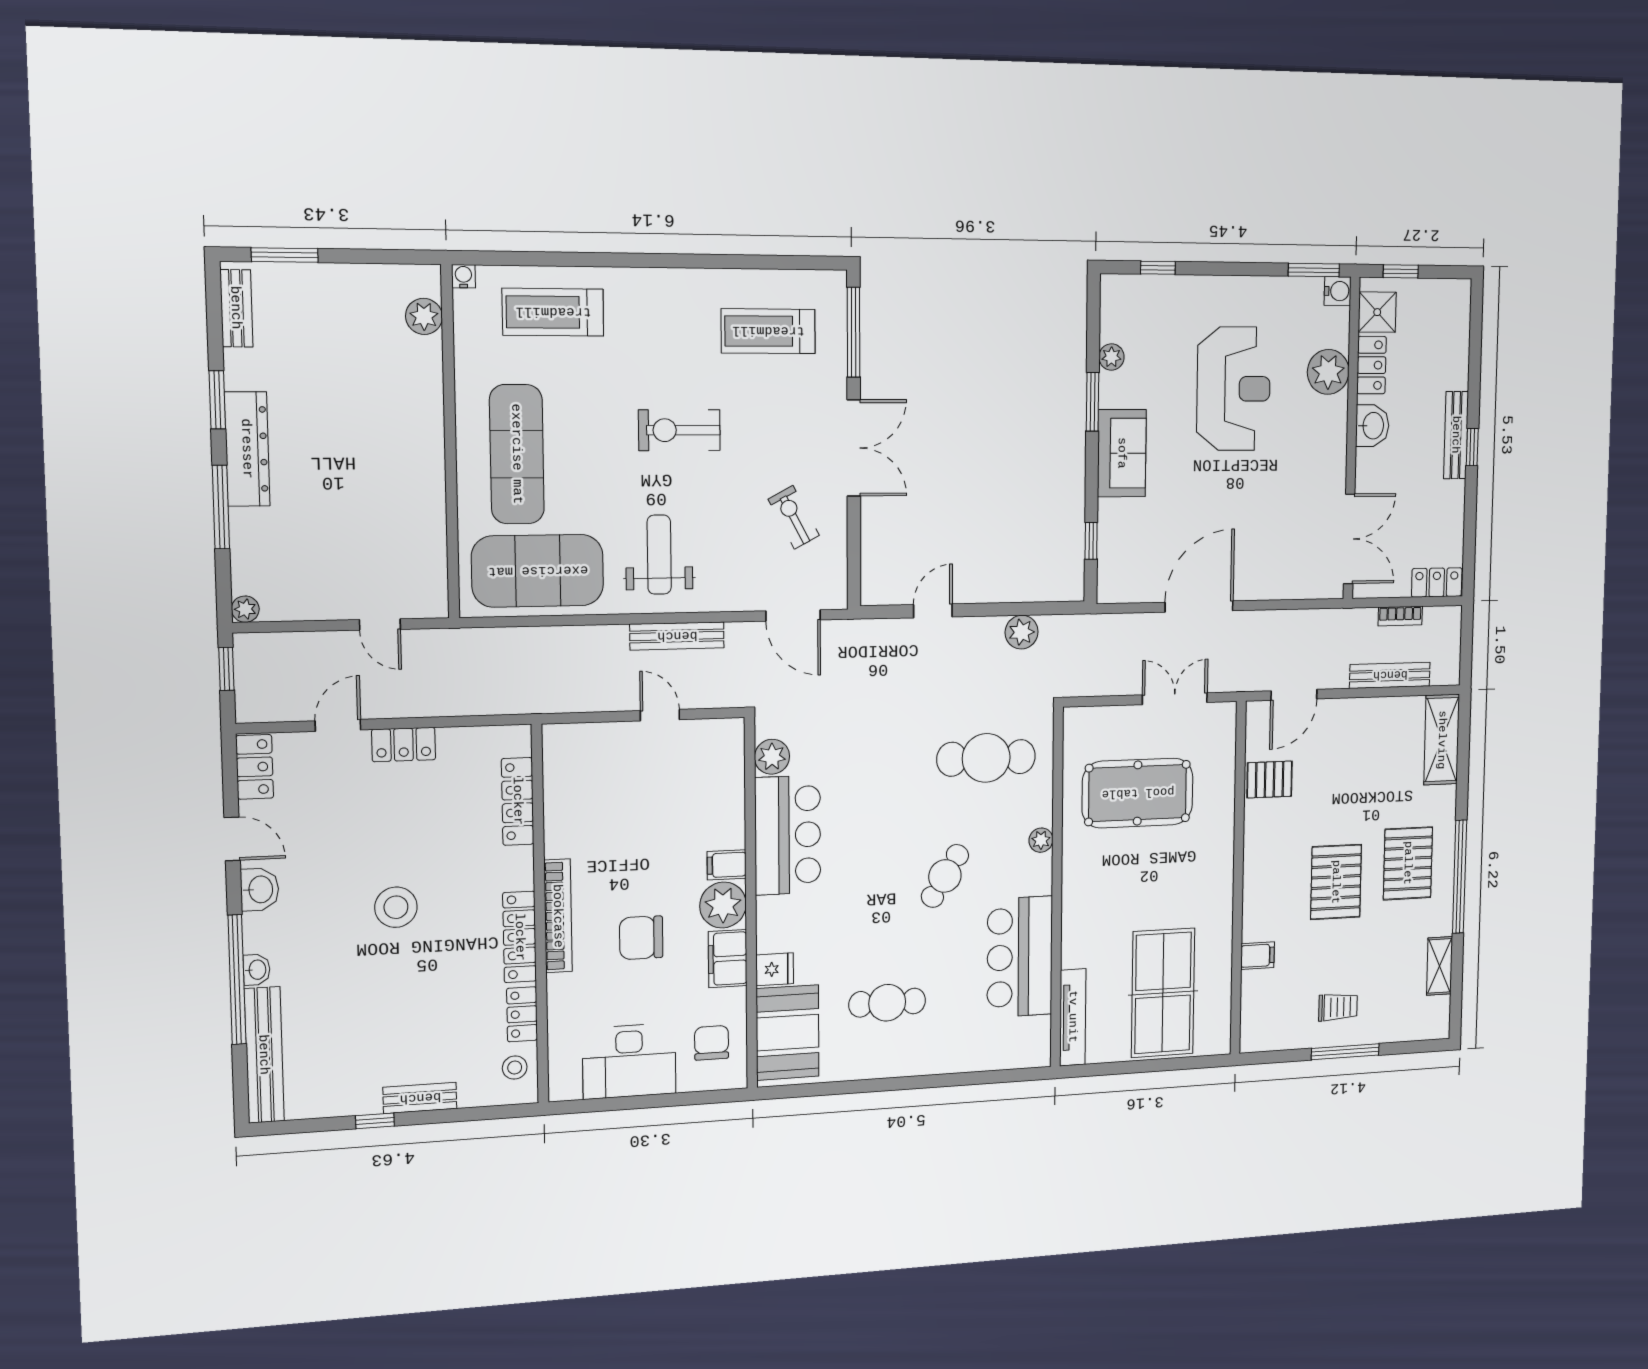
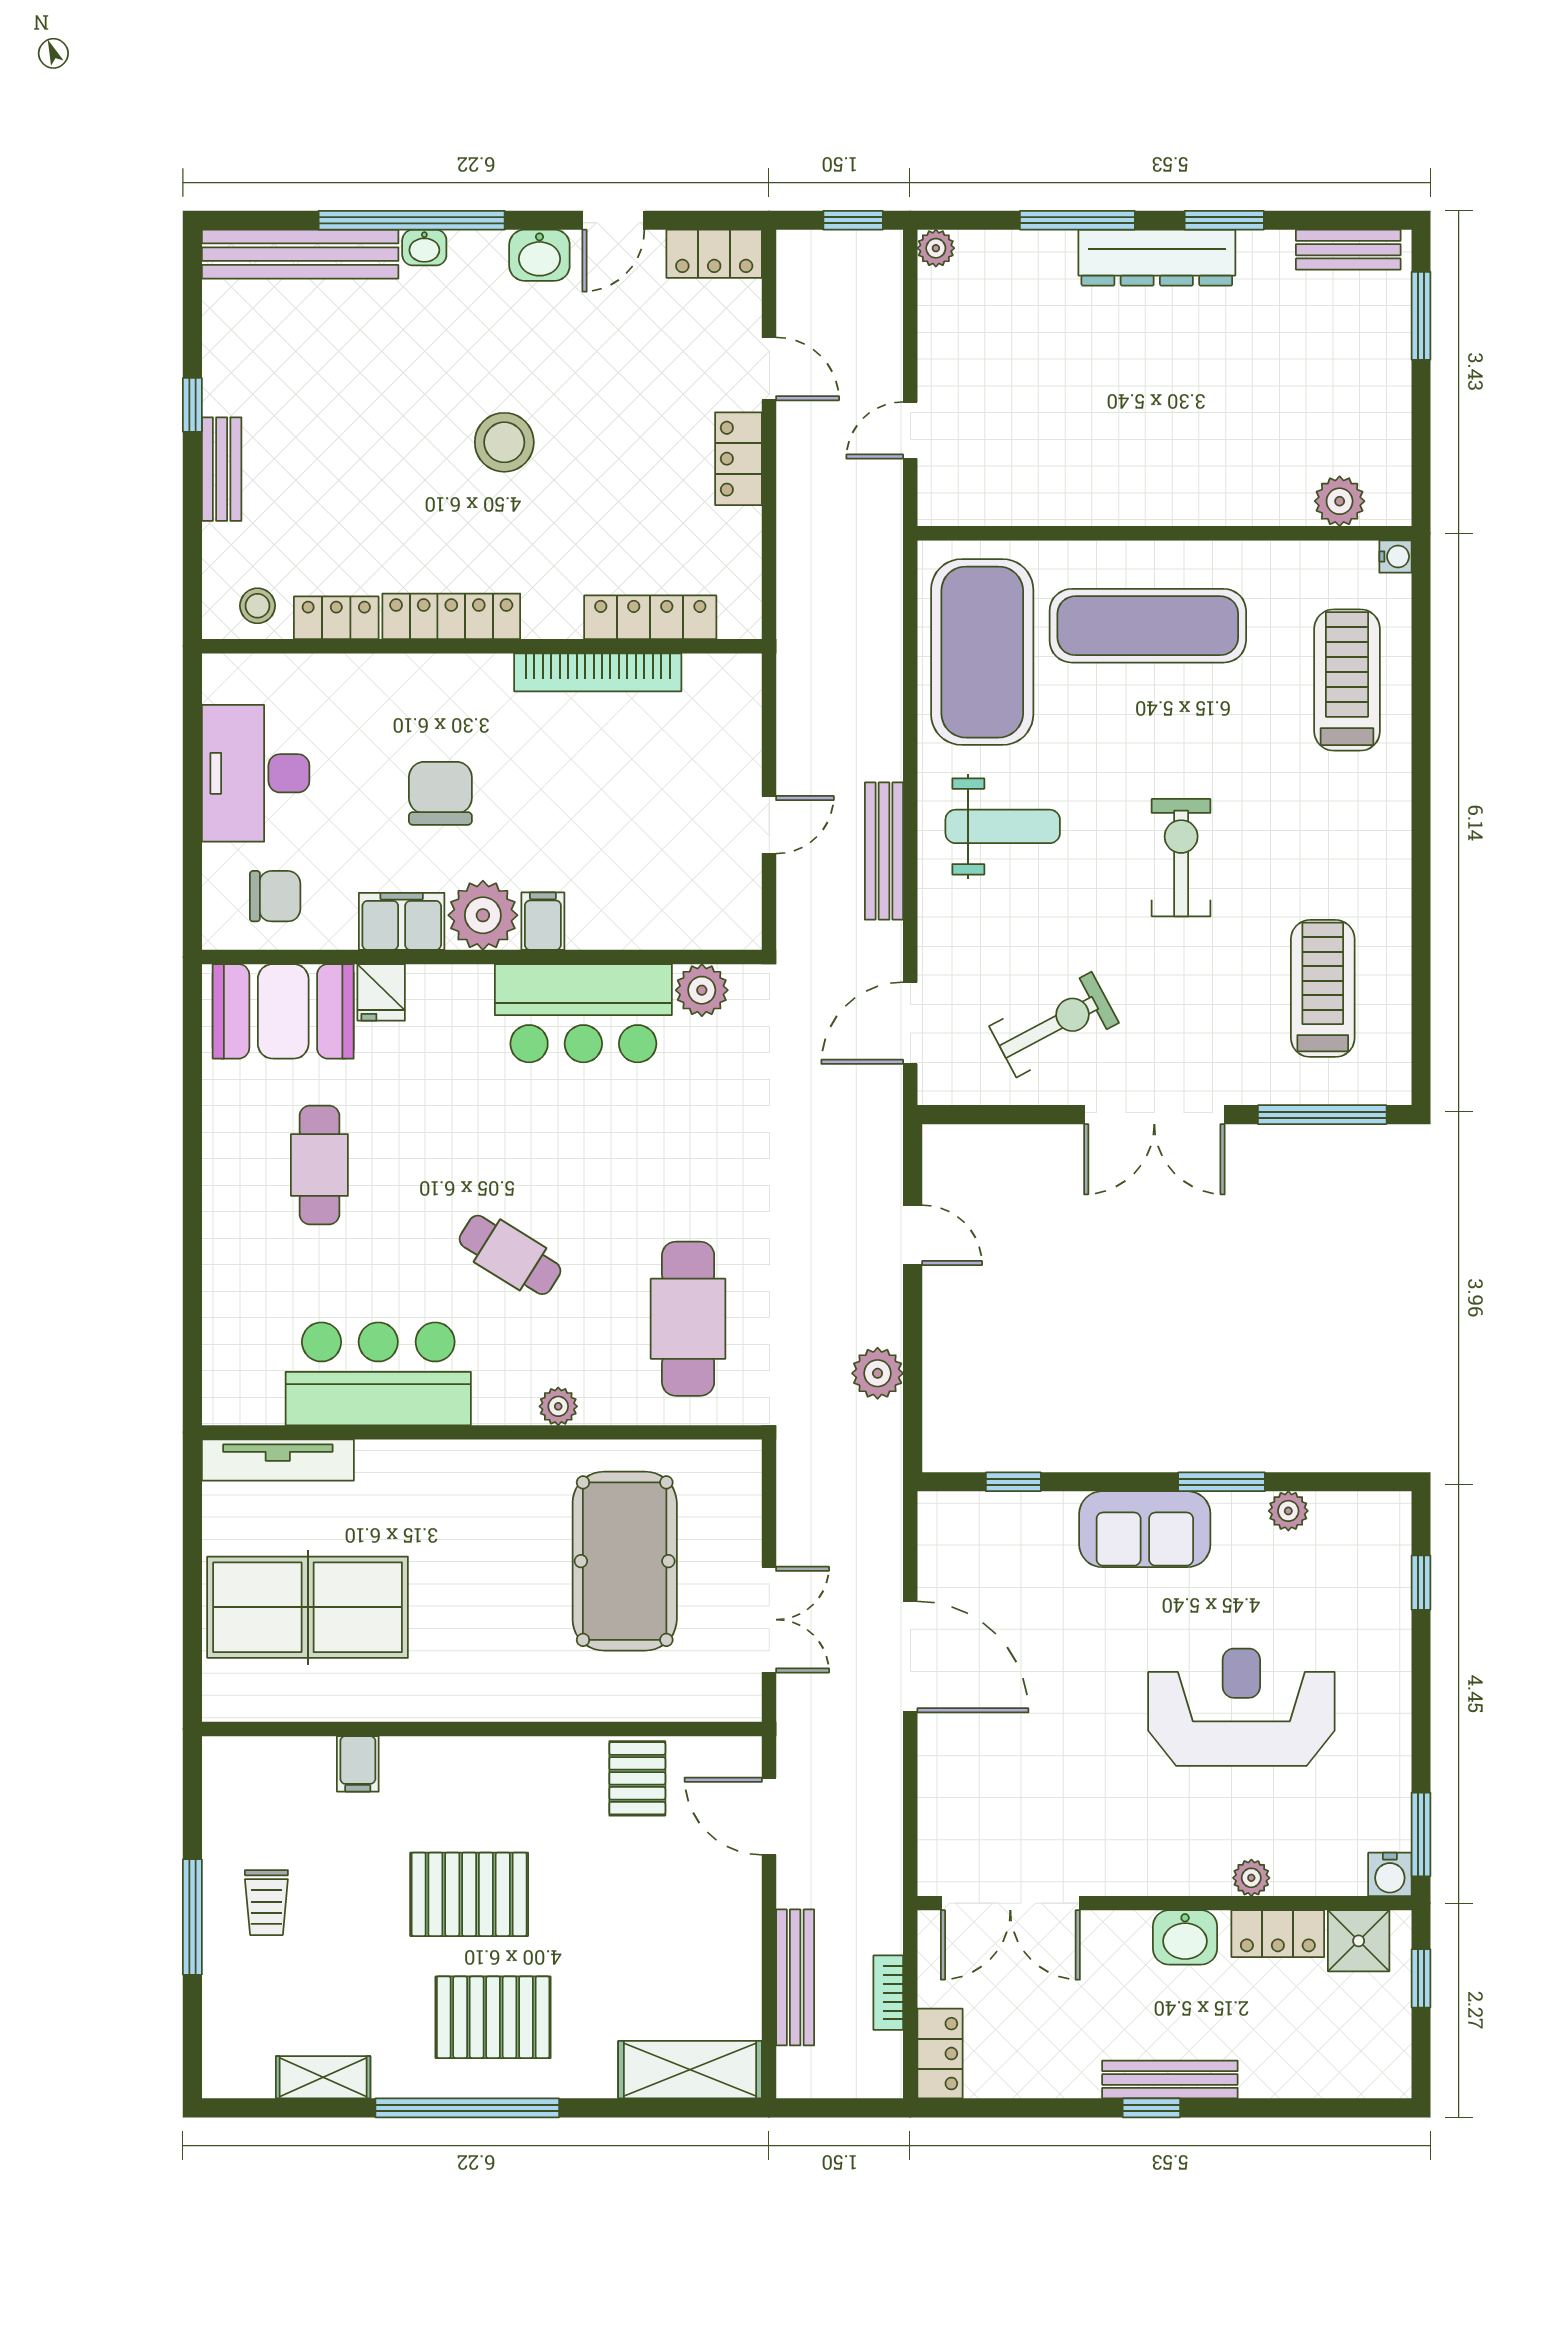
plant: (1328, 372) -> (1251, 1878), width x0.53, depth x0.53
reception desk: (1234, 389) -> (1241, 1707), turned 180
exercise bike: (794, 517) -> (1054, 1025), width x1.38, depth x1.39
bookcase: (558, 916) -> (598, 672), moved

